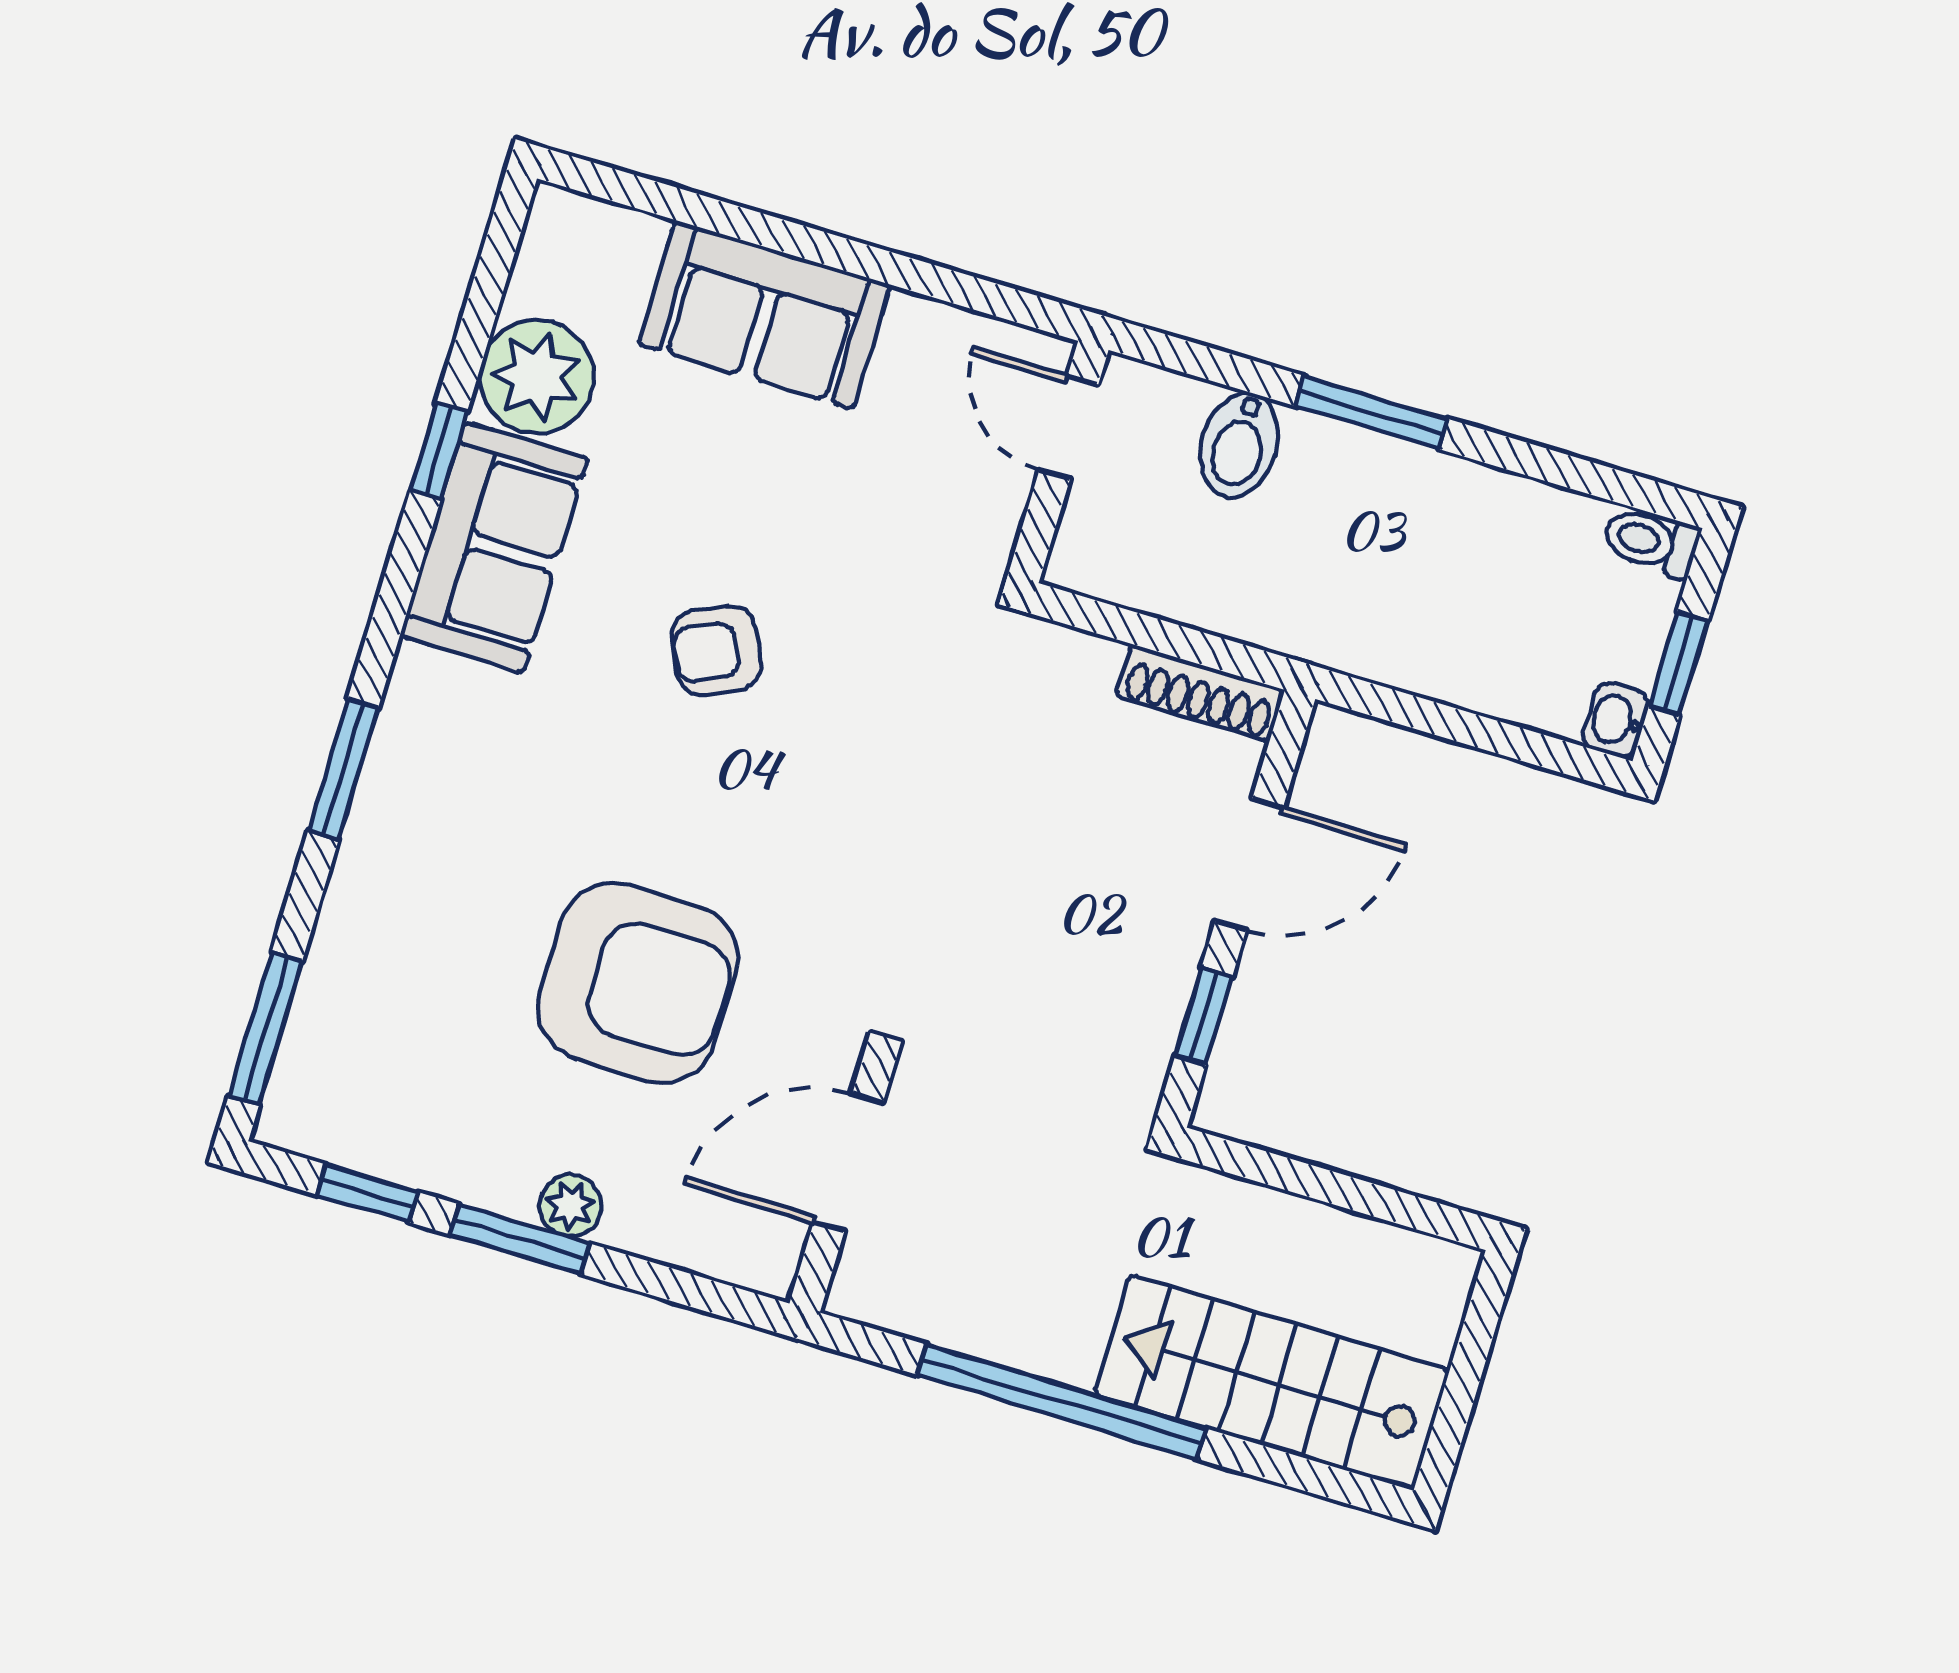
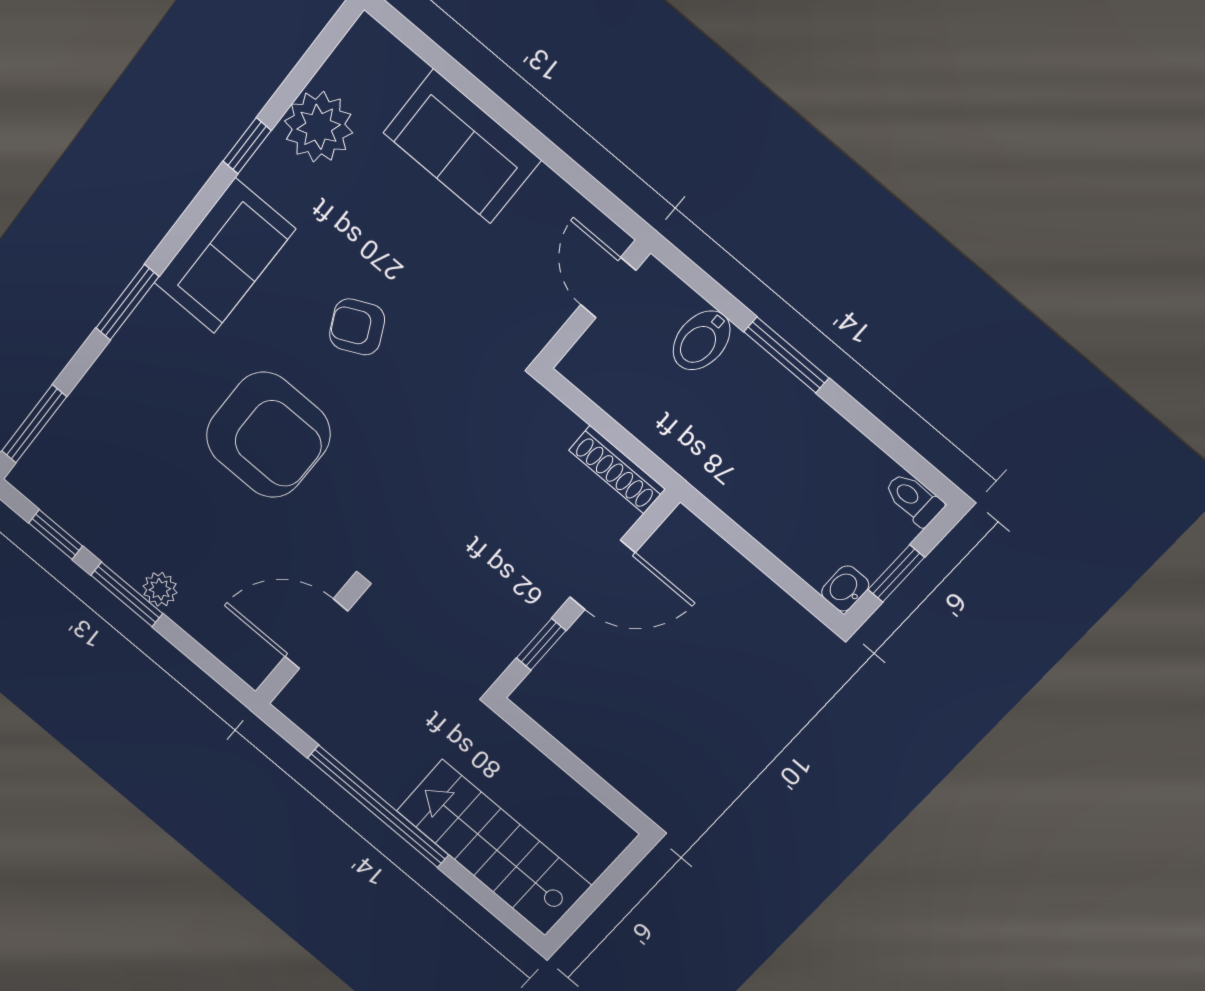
sofa: (494, 547) -> (225, 256), moved
armchair: (638, 983) -> (268, 435), moved

